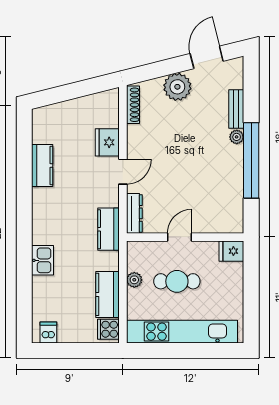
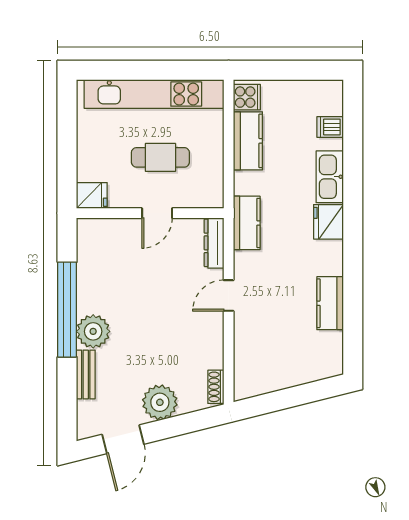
shoe rack: (133, 105) -> (216, 387), width x0.70
plant: (237, 137) -> (93, 331), width x1.87, depth x1.87
fridge: (107, 142) -> (328, 222), moved, turned 180
kitchen sink: (42, 260) -> (330, 177), width x1.38
plant: (134, 280) -> (214, 159), removed
dishwasher: (48, 333) -> (330, 127), moved, turned 90

